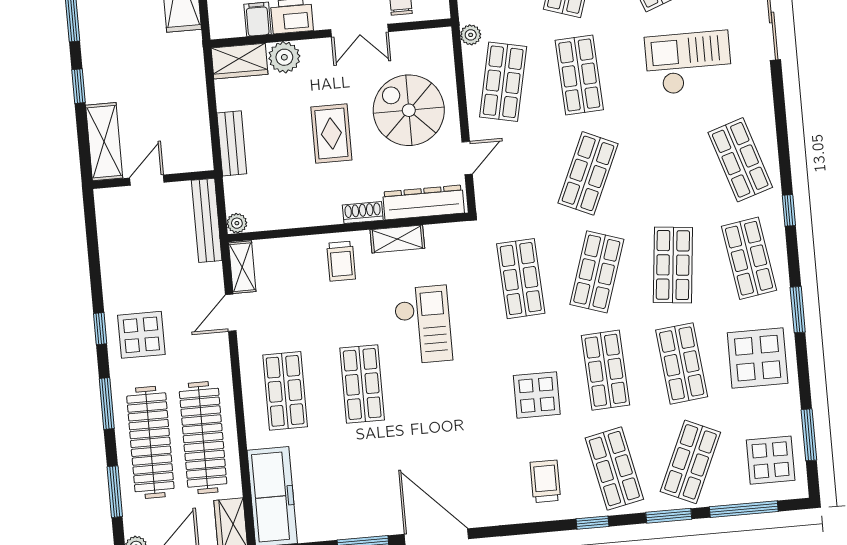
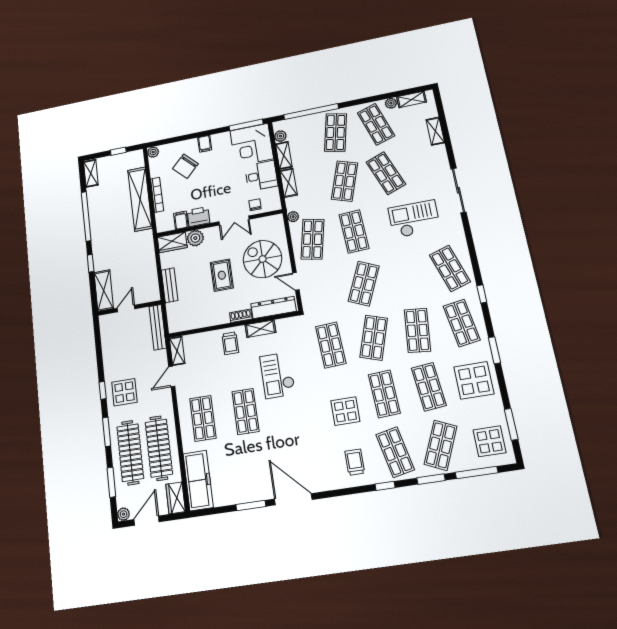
door: (467, 158) -> (296, 281), swing flipped
plant: (237, 223) -> (174, 327), removed
checkout: (423, 325) -> (278, 375), turned 180

